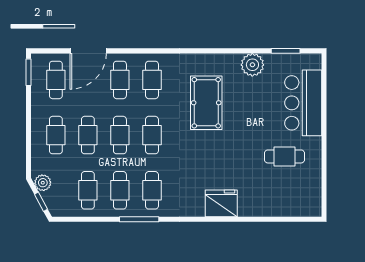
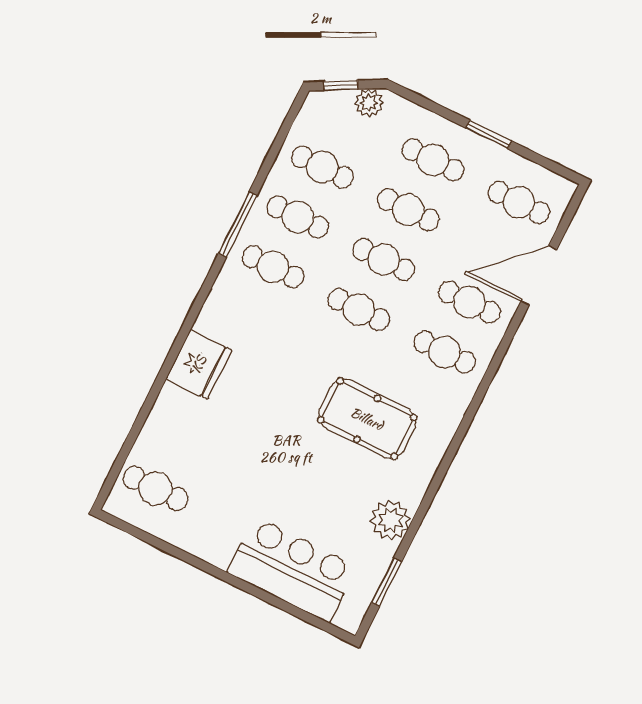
door: (88, 51) -> (539, 275), hinge flipped
window: (28, 72) -> (489, 134), moved
cafe table: (284, 156) -> (156, 488), moved, turned 90

